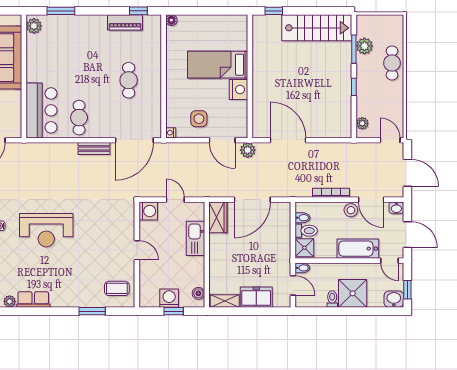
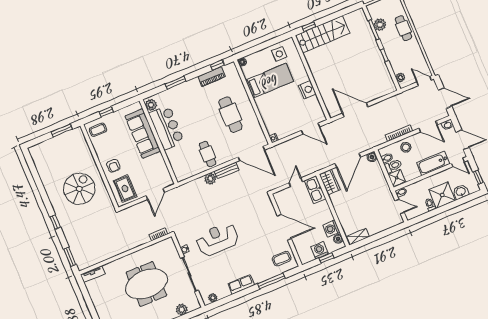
window: (61, 11) -> (176, 83), moved
stairs: (317, 28) -> (322, 34), moved
bed: (218, 65) -> (270, 81), moved, turned 180
cafe table: (129, 80) -> (230, 115), width x1.37, depth x1.35
bar counter: (41, 110) -> (167, 127), moved
side table: (199, 119) -> (279, 54), moved
door: (134, 140) -> (251, 154), hinge flipped
plant: (248, 150) -> (210, 179), moved
door: (175, 200) -> (296, 182), hinge flipped
boiler: (284, 208) -> (372, 157), added
stool: (351, 210) -> (406, 147), moved
washing machine: (148, 211) -> (331, 229), moved, turned 180
reception desk: (46, 230) -> (217, 239), turned 180
kitchen sink: (195, 238) -> (315, 190), moved
door: (137, 250) -> (284, 227), width x1.87
freezer: (256, 297) -> (378, 225), removed
washbasin: (394, 299) -> (461, 192), moved
row of seats: (33, 300) -> (241, 284), moved
window: (92, 311) -> (271, 281), width x1.44

